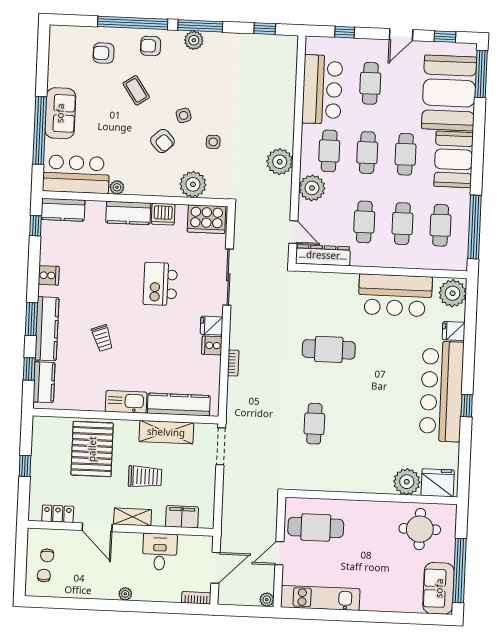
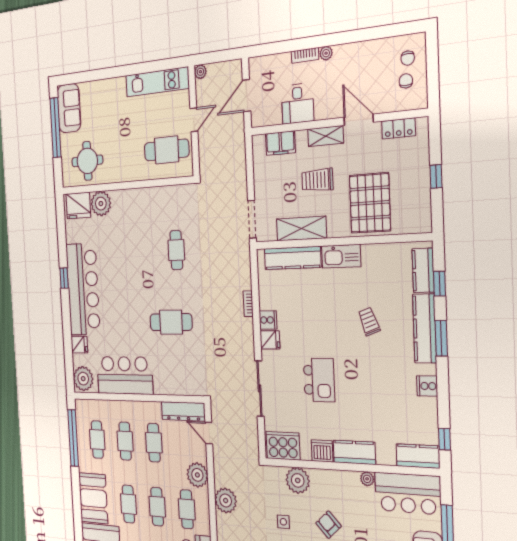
bookcase: (196, 598) -> (305, 55), moved

